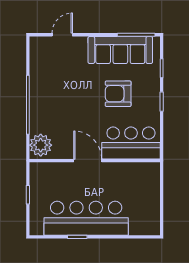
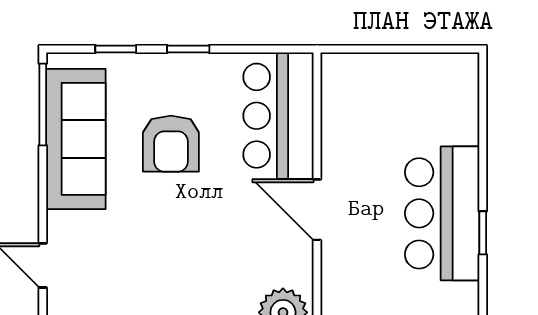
door: (88, 161) -> (317, 210), hinge flipped
bar counter: (86, 218) -> (442, 213), width x0.73

